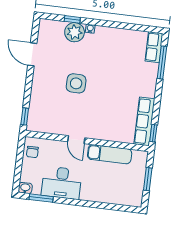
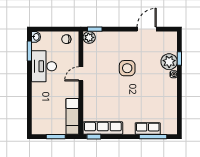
row of seats: (154, 47) -> (148, 129), moved
plant: (34, 124) -> (89, 37), added
exam couch: (110, 154) -> (72, 116), moved

